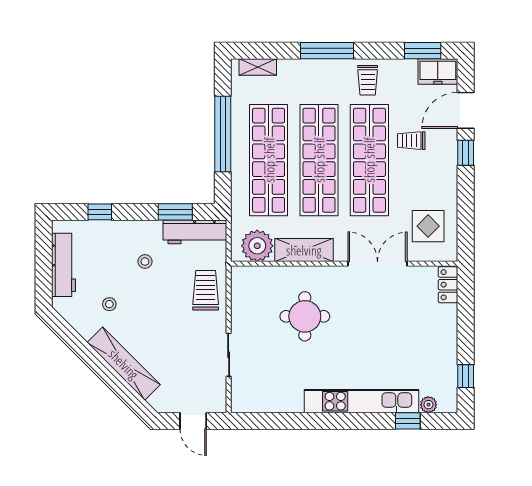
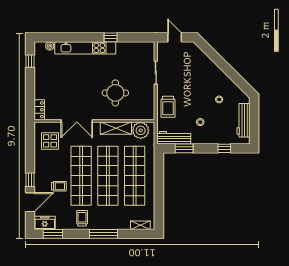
window: (223, 134) -> (159, 190), removed
shelving: (124, 364) -> (212, 68), removed
window: (408, 421) -> (111, 37), moved

